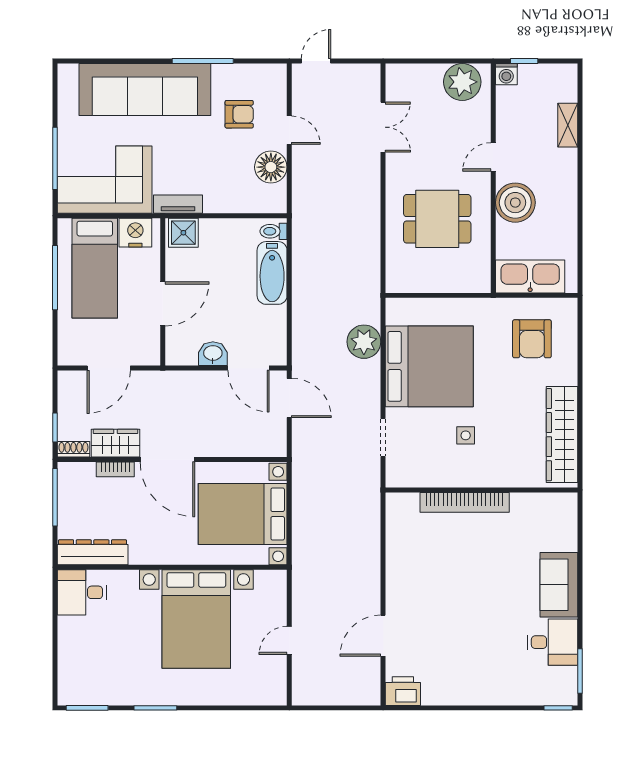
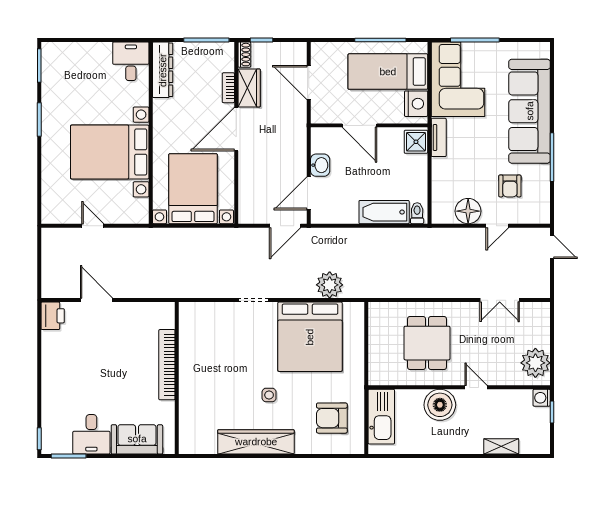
side table: (466, 435) -> (269, 395), moved
wall: (481, 490) -> (177, 378), moved
bookcase: (465, 502) -> (167, 365), moved

